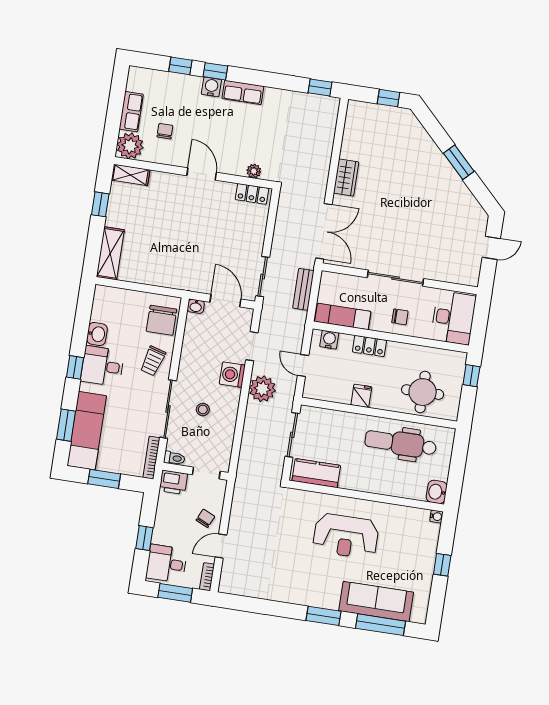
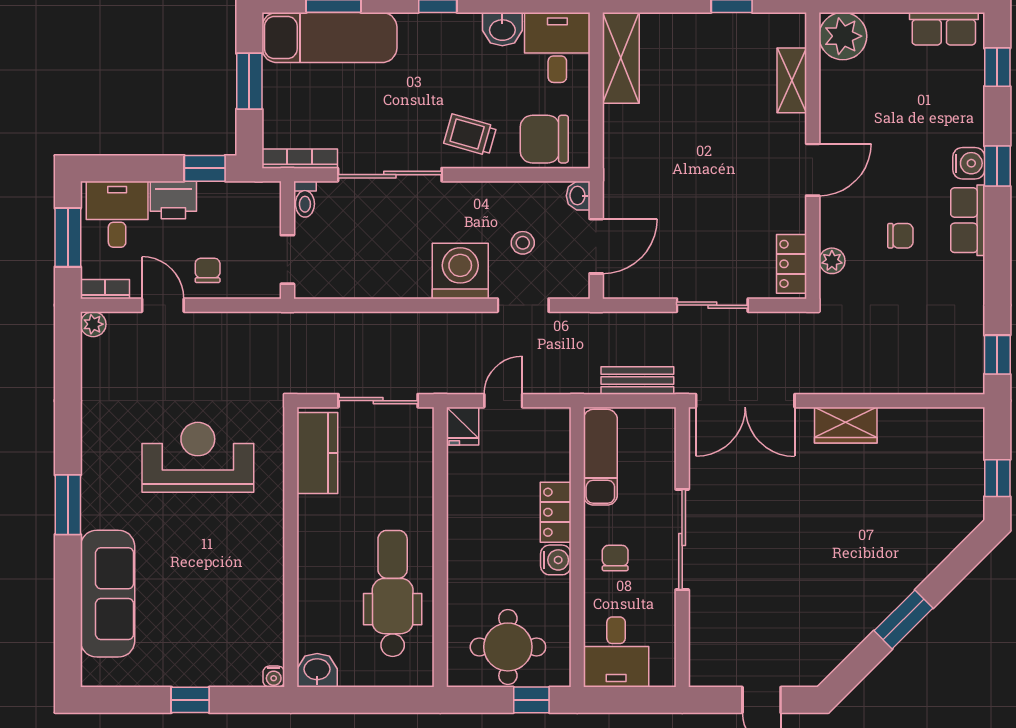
window: (180, 66) -> (997, 67), moved
row of seats: (131, 112) -> (944, 29), moved
chair: (165, 131) -> (900, 236), moved
shelving: (131, 175) -> (792, 80), moved
shelving: (110, 253) -> (621, 58), moved, turned 90
sliding door: (263, 277) -> (712, 305), moved
chair: (400, 317) -> (615, 558), turned 180
desk: (453, 318) -> (616, 652), width x0.73
water cooler: (329, 340) -> (556, 560), moved
desk: (102, 366) -> (557, 47), moved
washing machine: (232, 375) -> (460, 271), width x1.37, depth x1.37
plant: (262, 389) -> (93, 324), moved, width x0.53, depth x0.53
round table: (423, 392) -> (508, 647), moved
fridge: (361, 396) -> (463, 426), moved, turned 90
stool: (203, 409) -> (523, 243), moved
printer: (173, 482) -> (173, 200), moved, turned -90
chair: (205, 518) -> (208, 270), turned -114
reception desk: (346, 536) -> (198, 457), moved, turned 90
window: (144, 538) -> (205, 168), moved
window: (380, 625) -> (68, 608), removed

